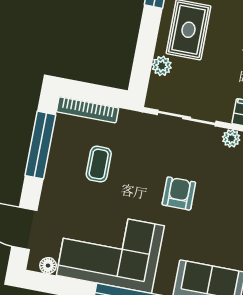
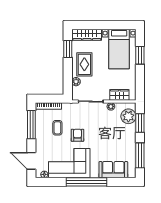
armchair: (179, 193) -> (77, 135), moved

